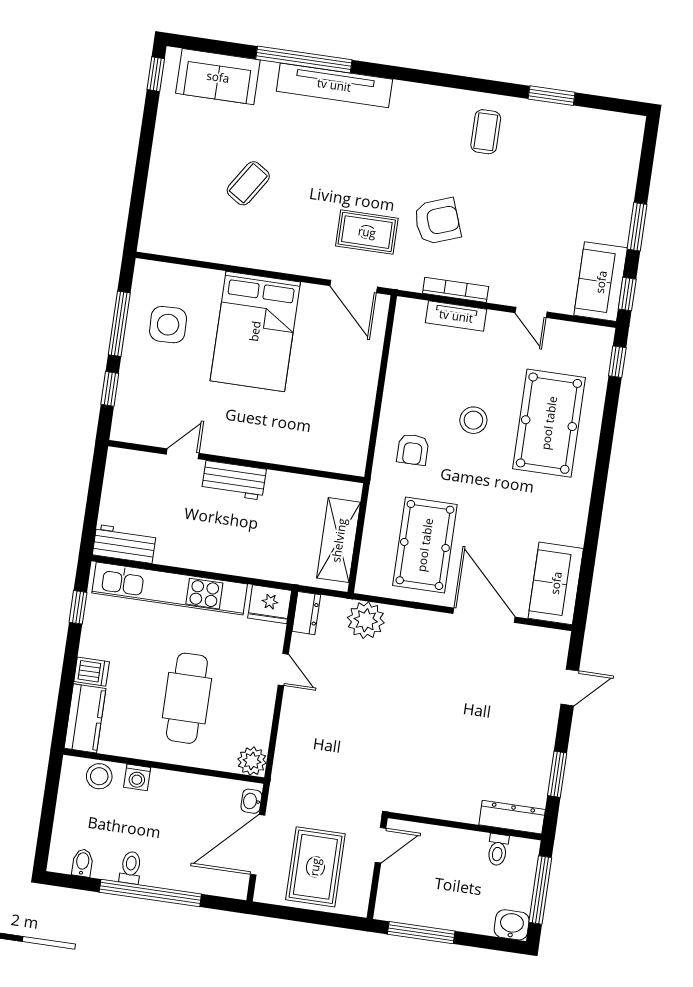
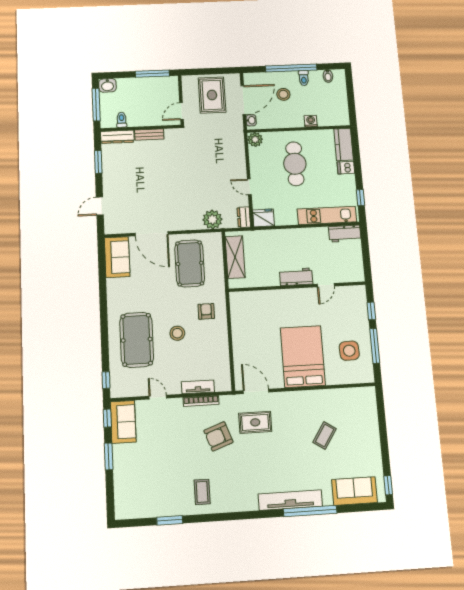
kitchen unit: (170, 588) -> (327, 215), width x0.73
stool: (99, 776) -> (283, 94), moved
bench: (451, 810) -> (149, 134), added

